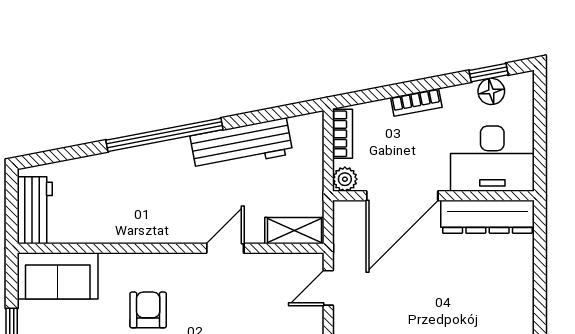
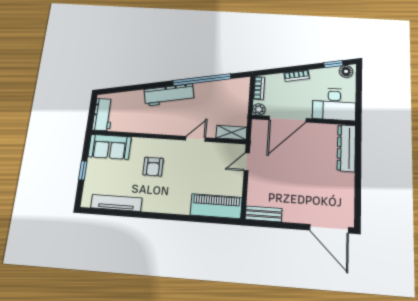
floor lamp: (491, 91) -> (346, 71), moved
window: (164, 135) -> (202, 80), moved
workbench: (241, 145) -> (169, 95), moved
dresser: (487, 217) -> (346, 148), moved, turned 90
armchair: (148, 310) -> (153, 167), turned 180

